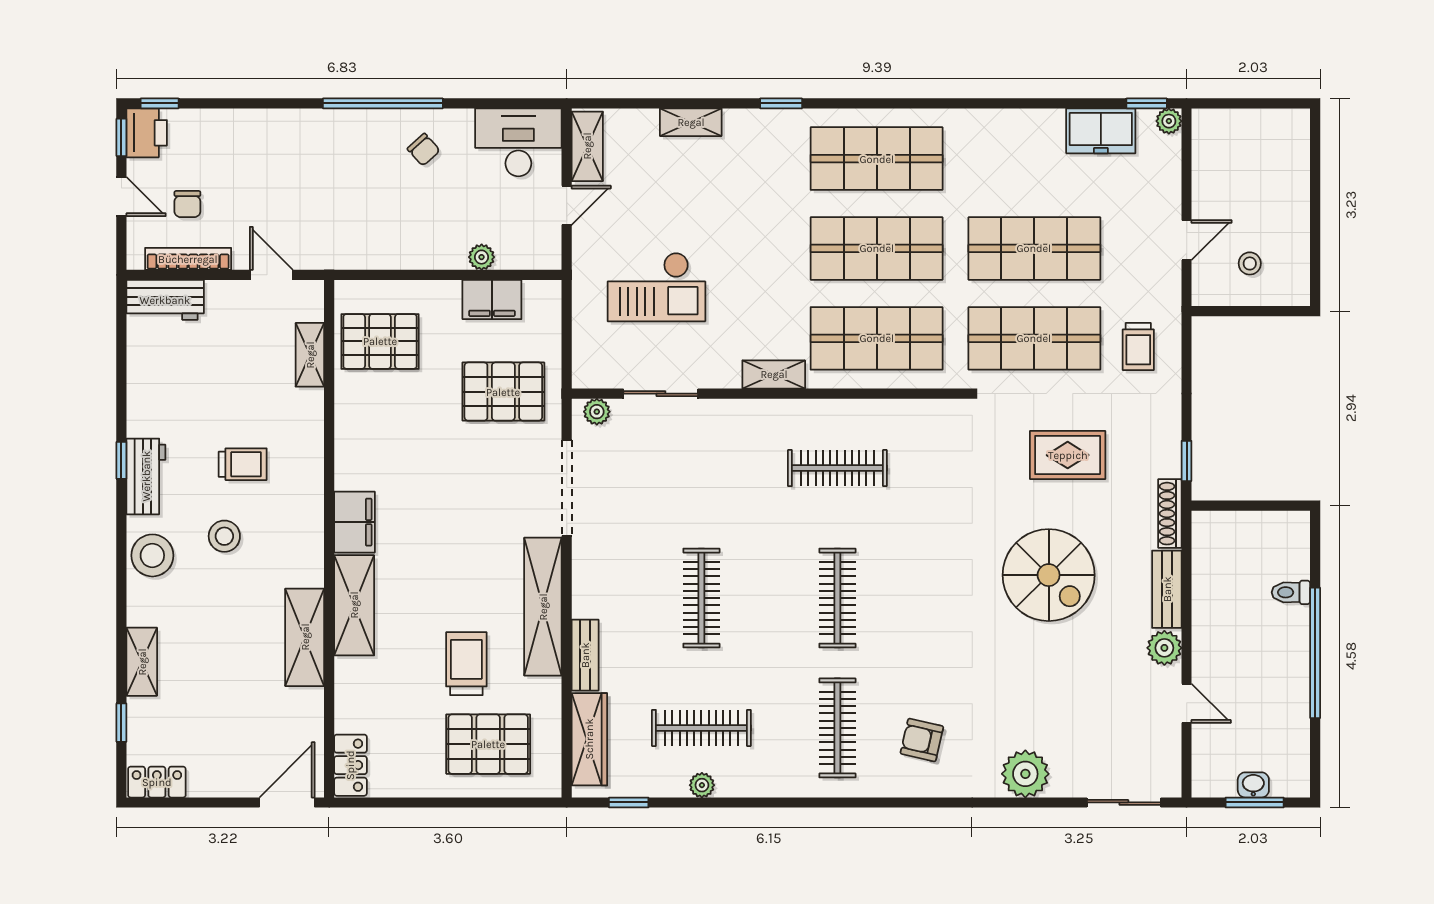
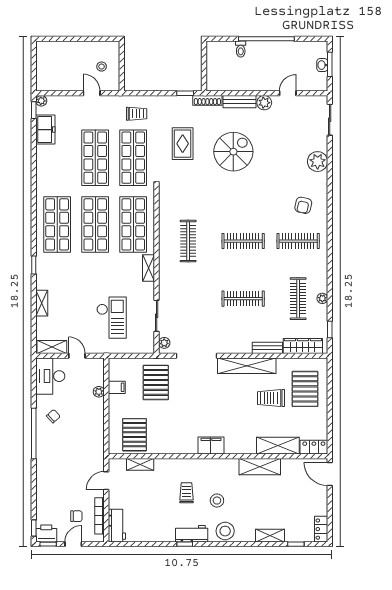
filing cabinet: (492, 299) -> (117, 387), width x0.50
shelving: (354, 605) -> (278, 446), moved

